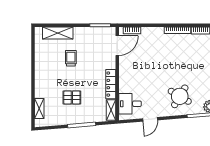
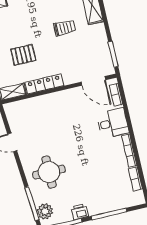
round table: (180, 96) -> (49, 172), turned -31
pallet: (72, 97) -> (23, 55), moved, turned 90
desk: (130, 104) -> (113, 123), moved, turned 90

